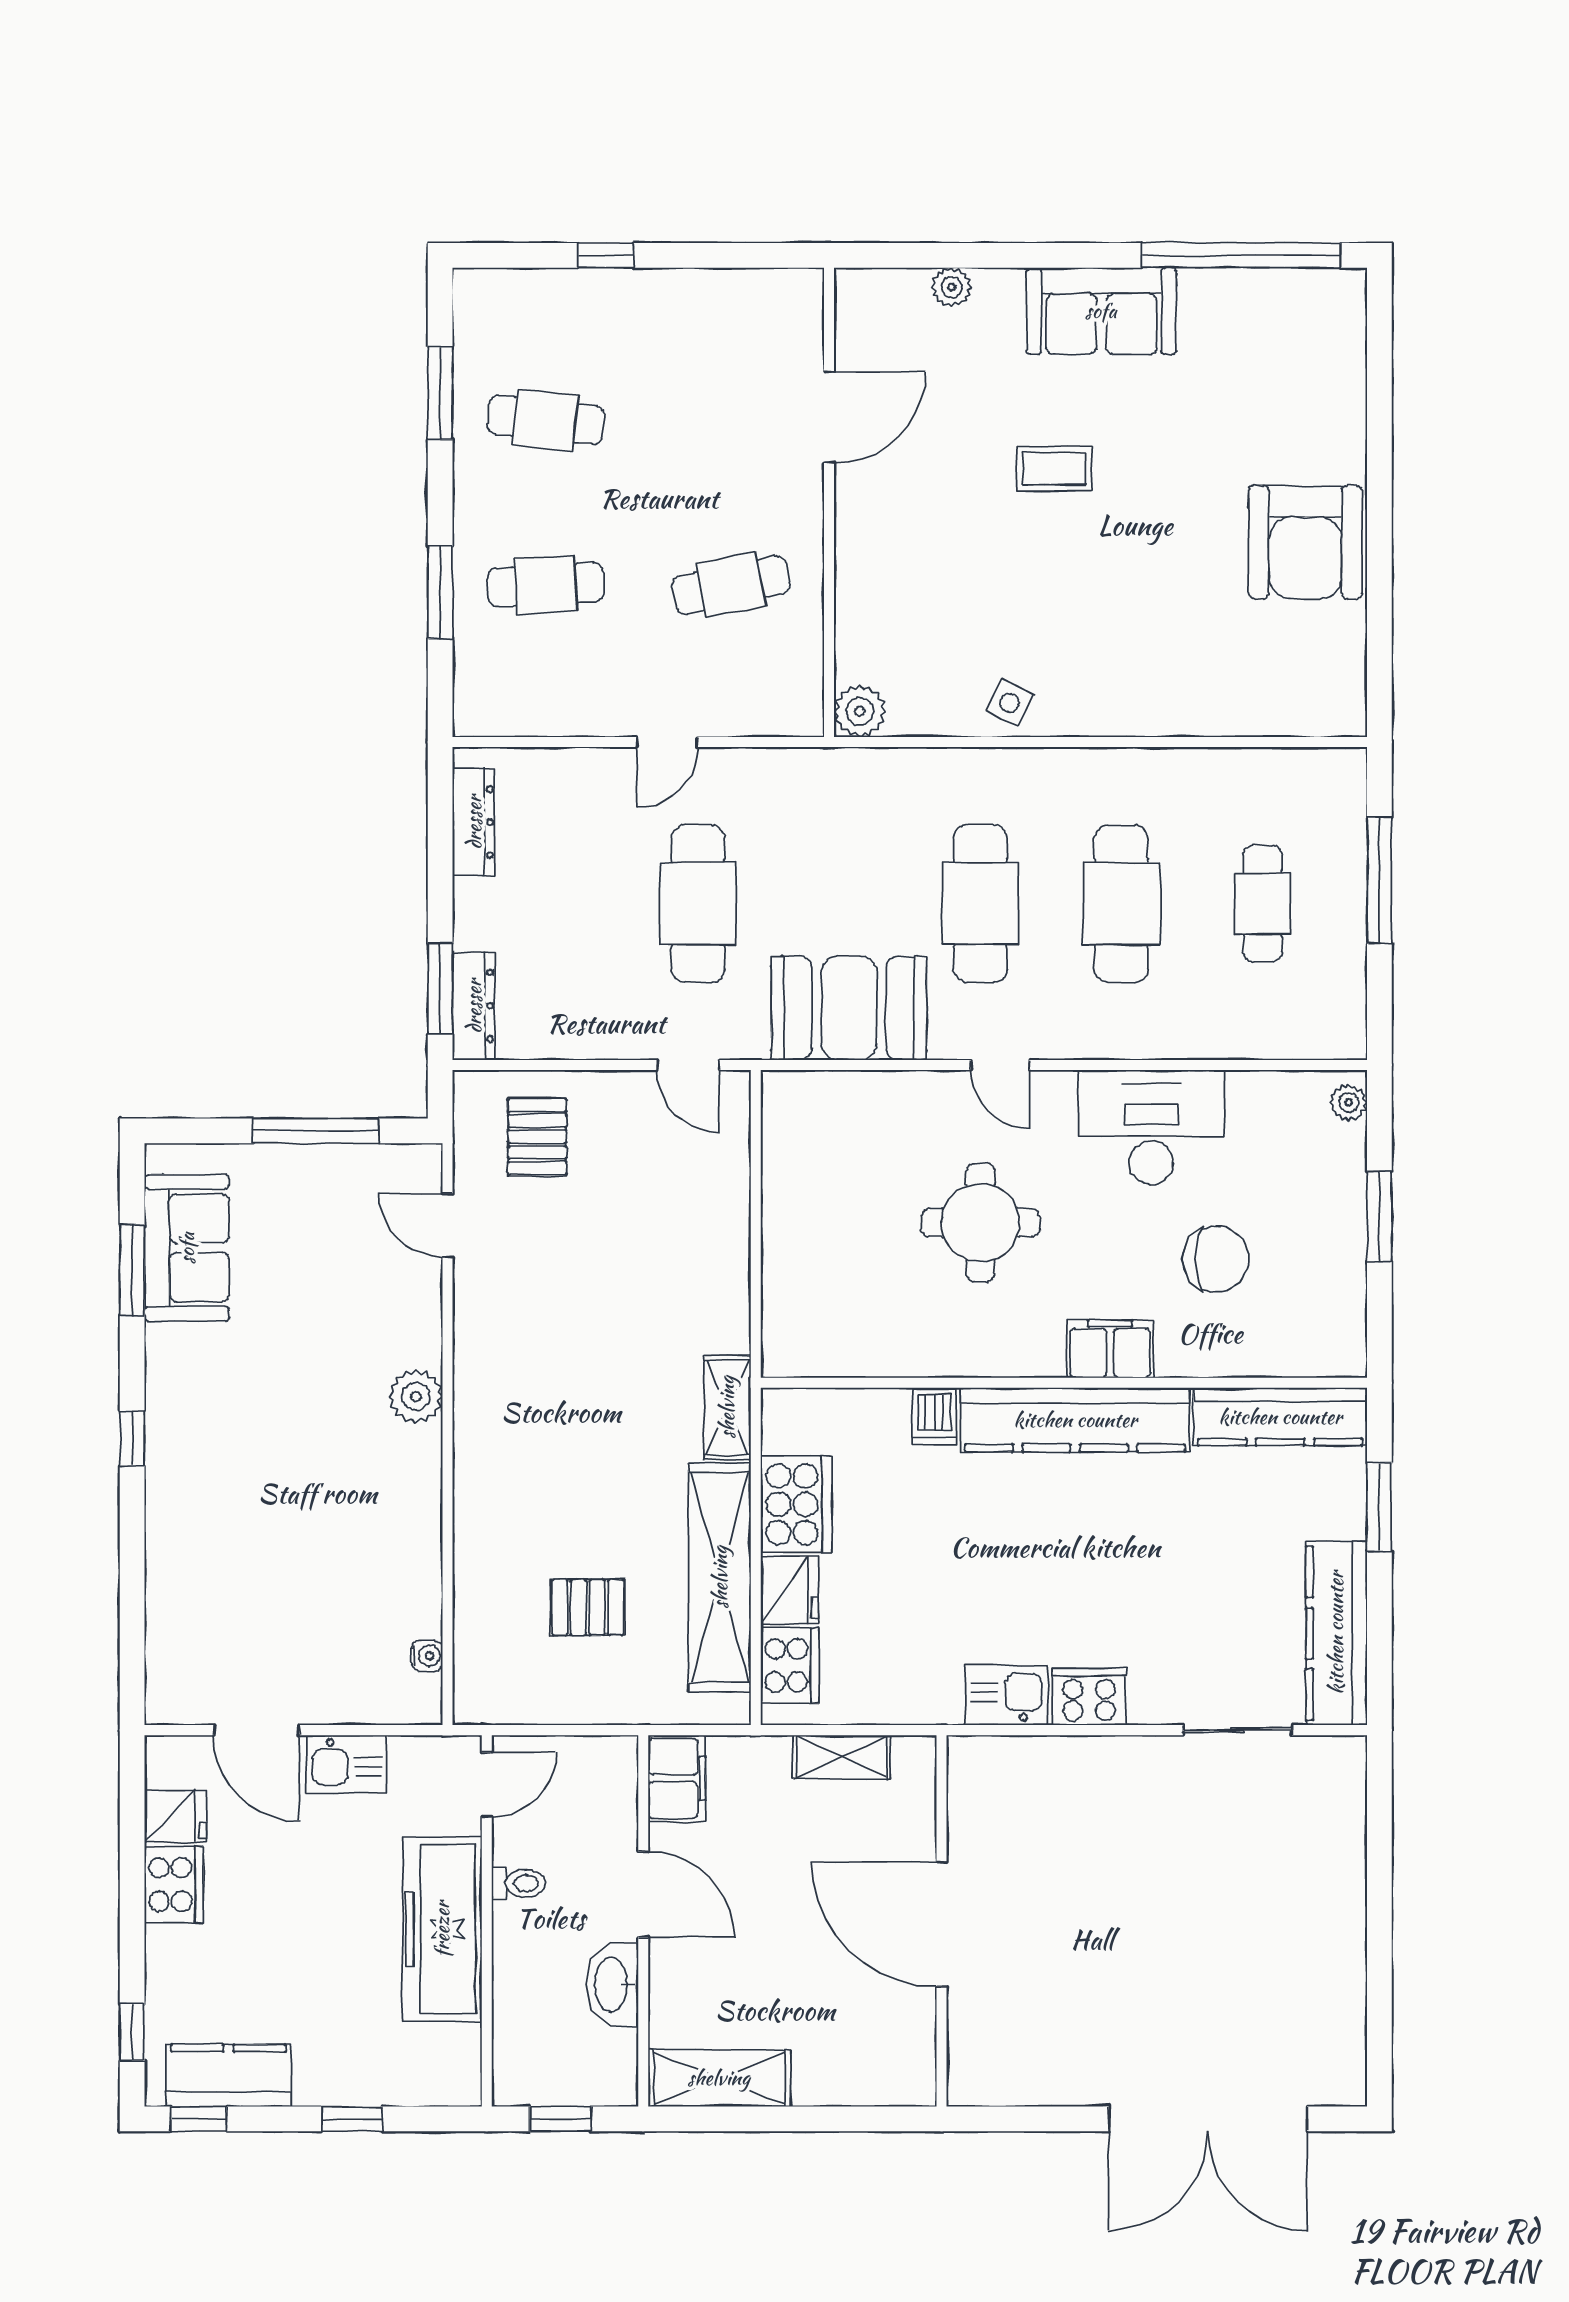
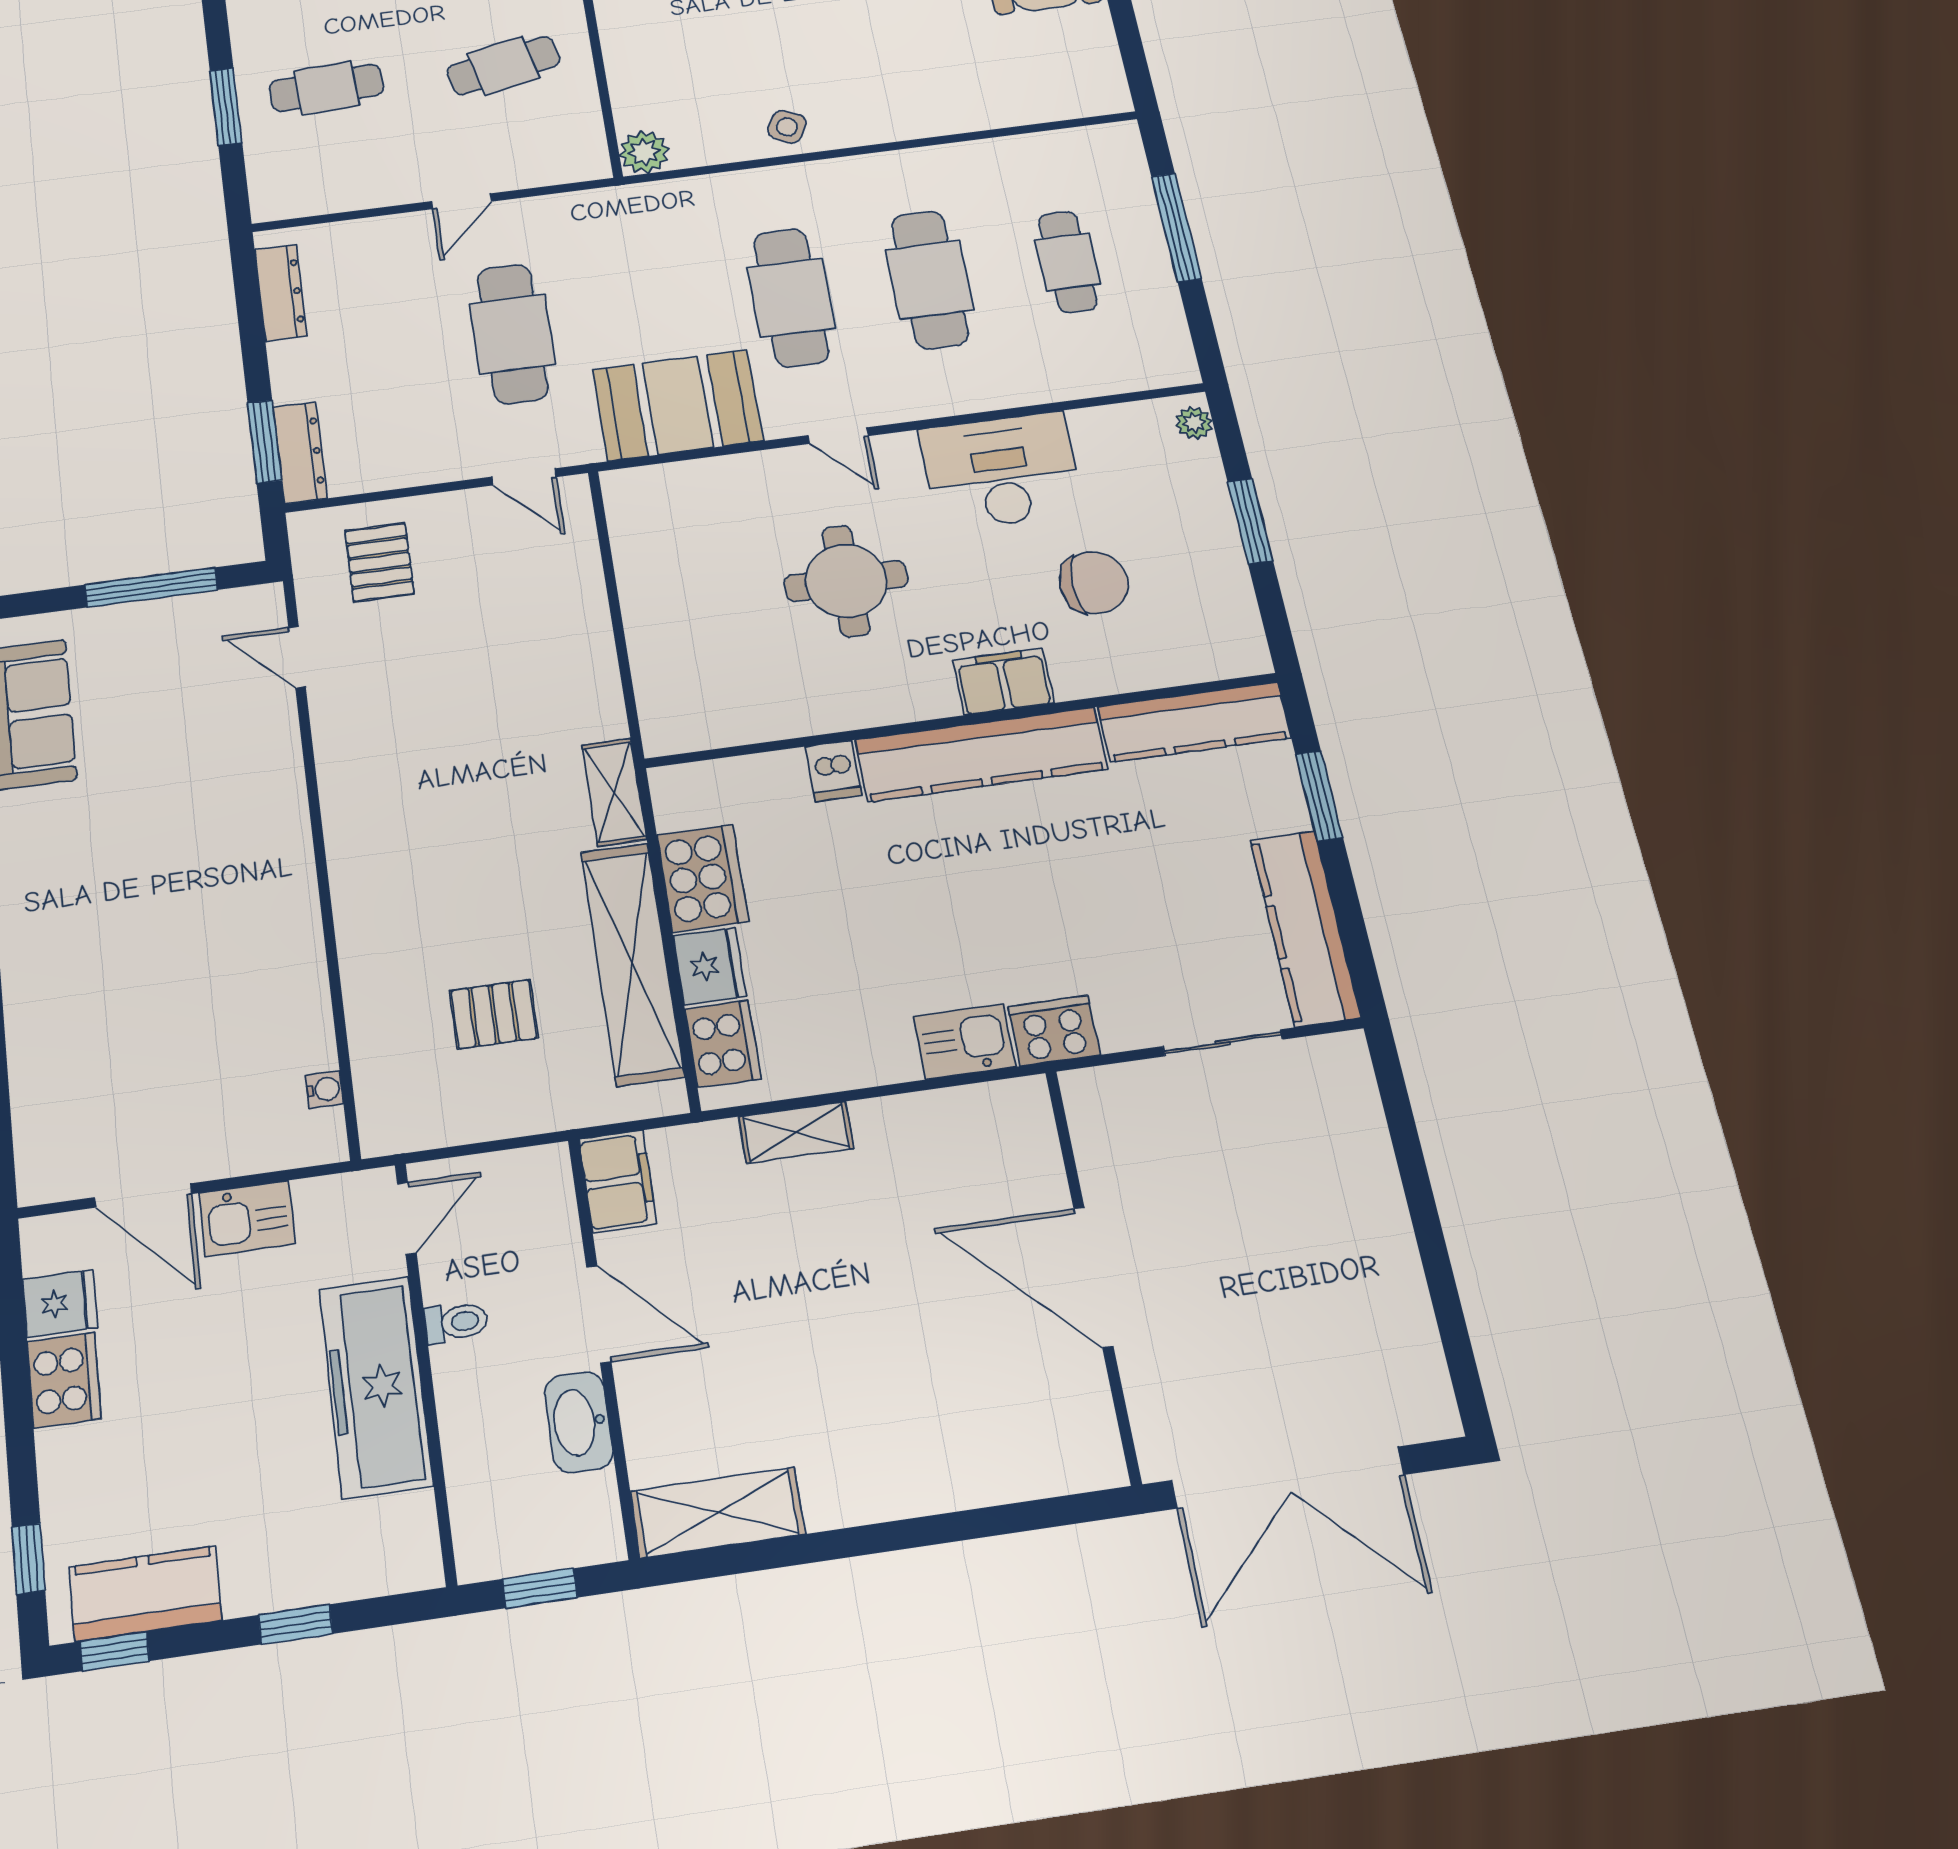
plant: (416, 1396) -> (283, 826), removed
wall: (942, 1921) -> (1093, 1273), moved
door: (942, 1924) -> (1093, 1277), moved

